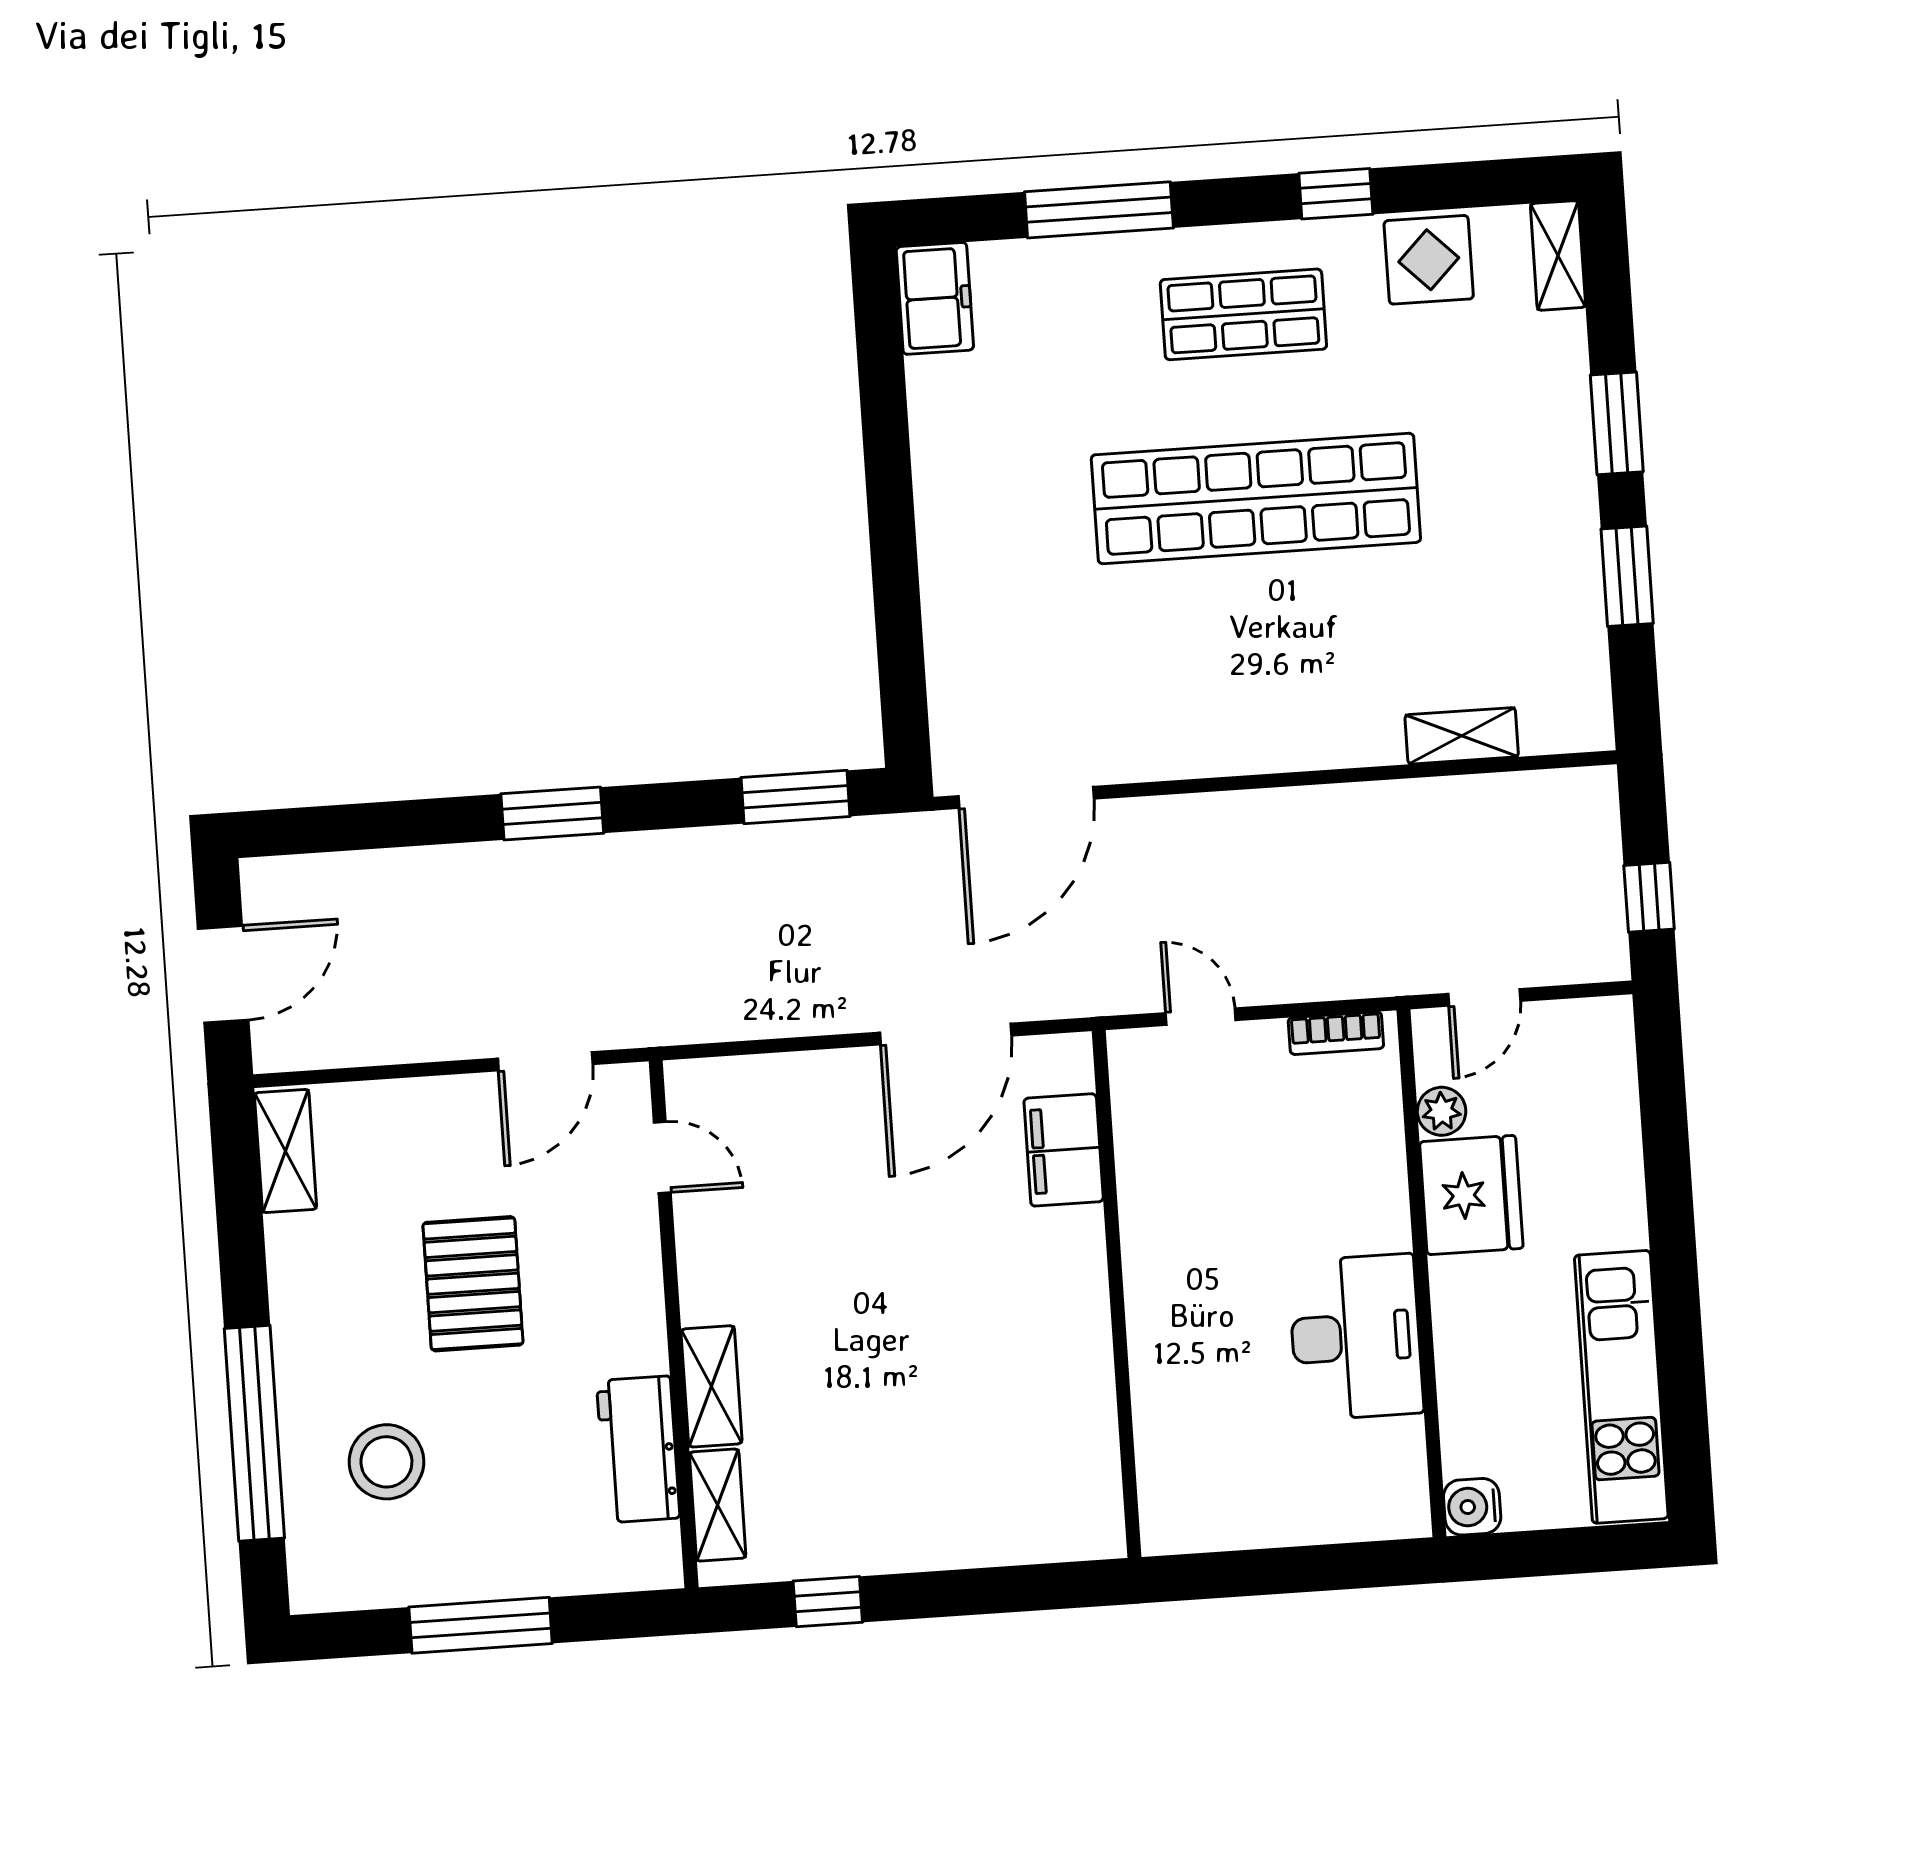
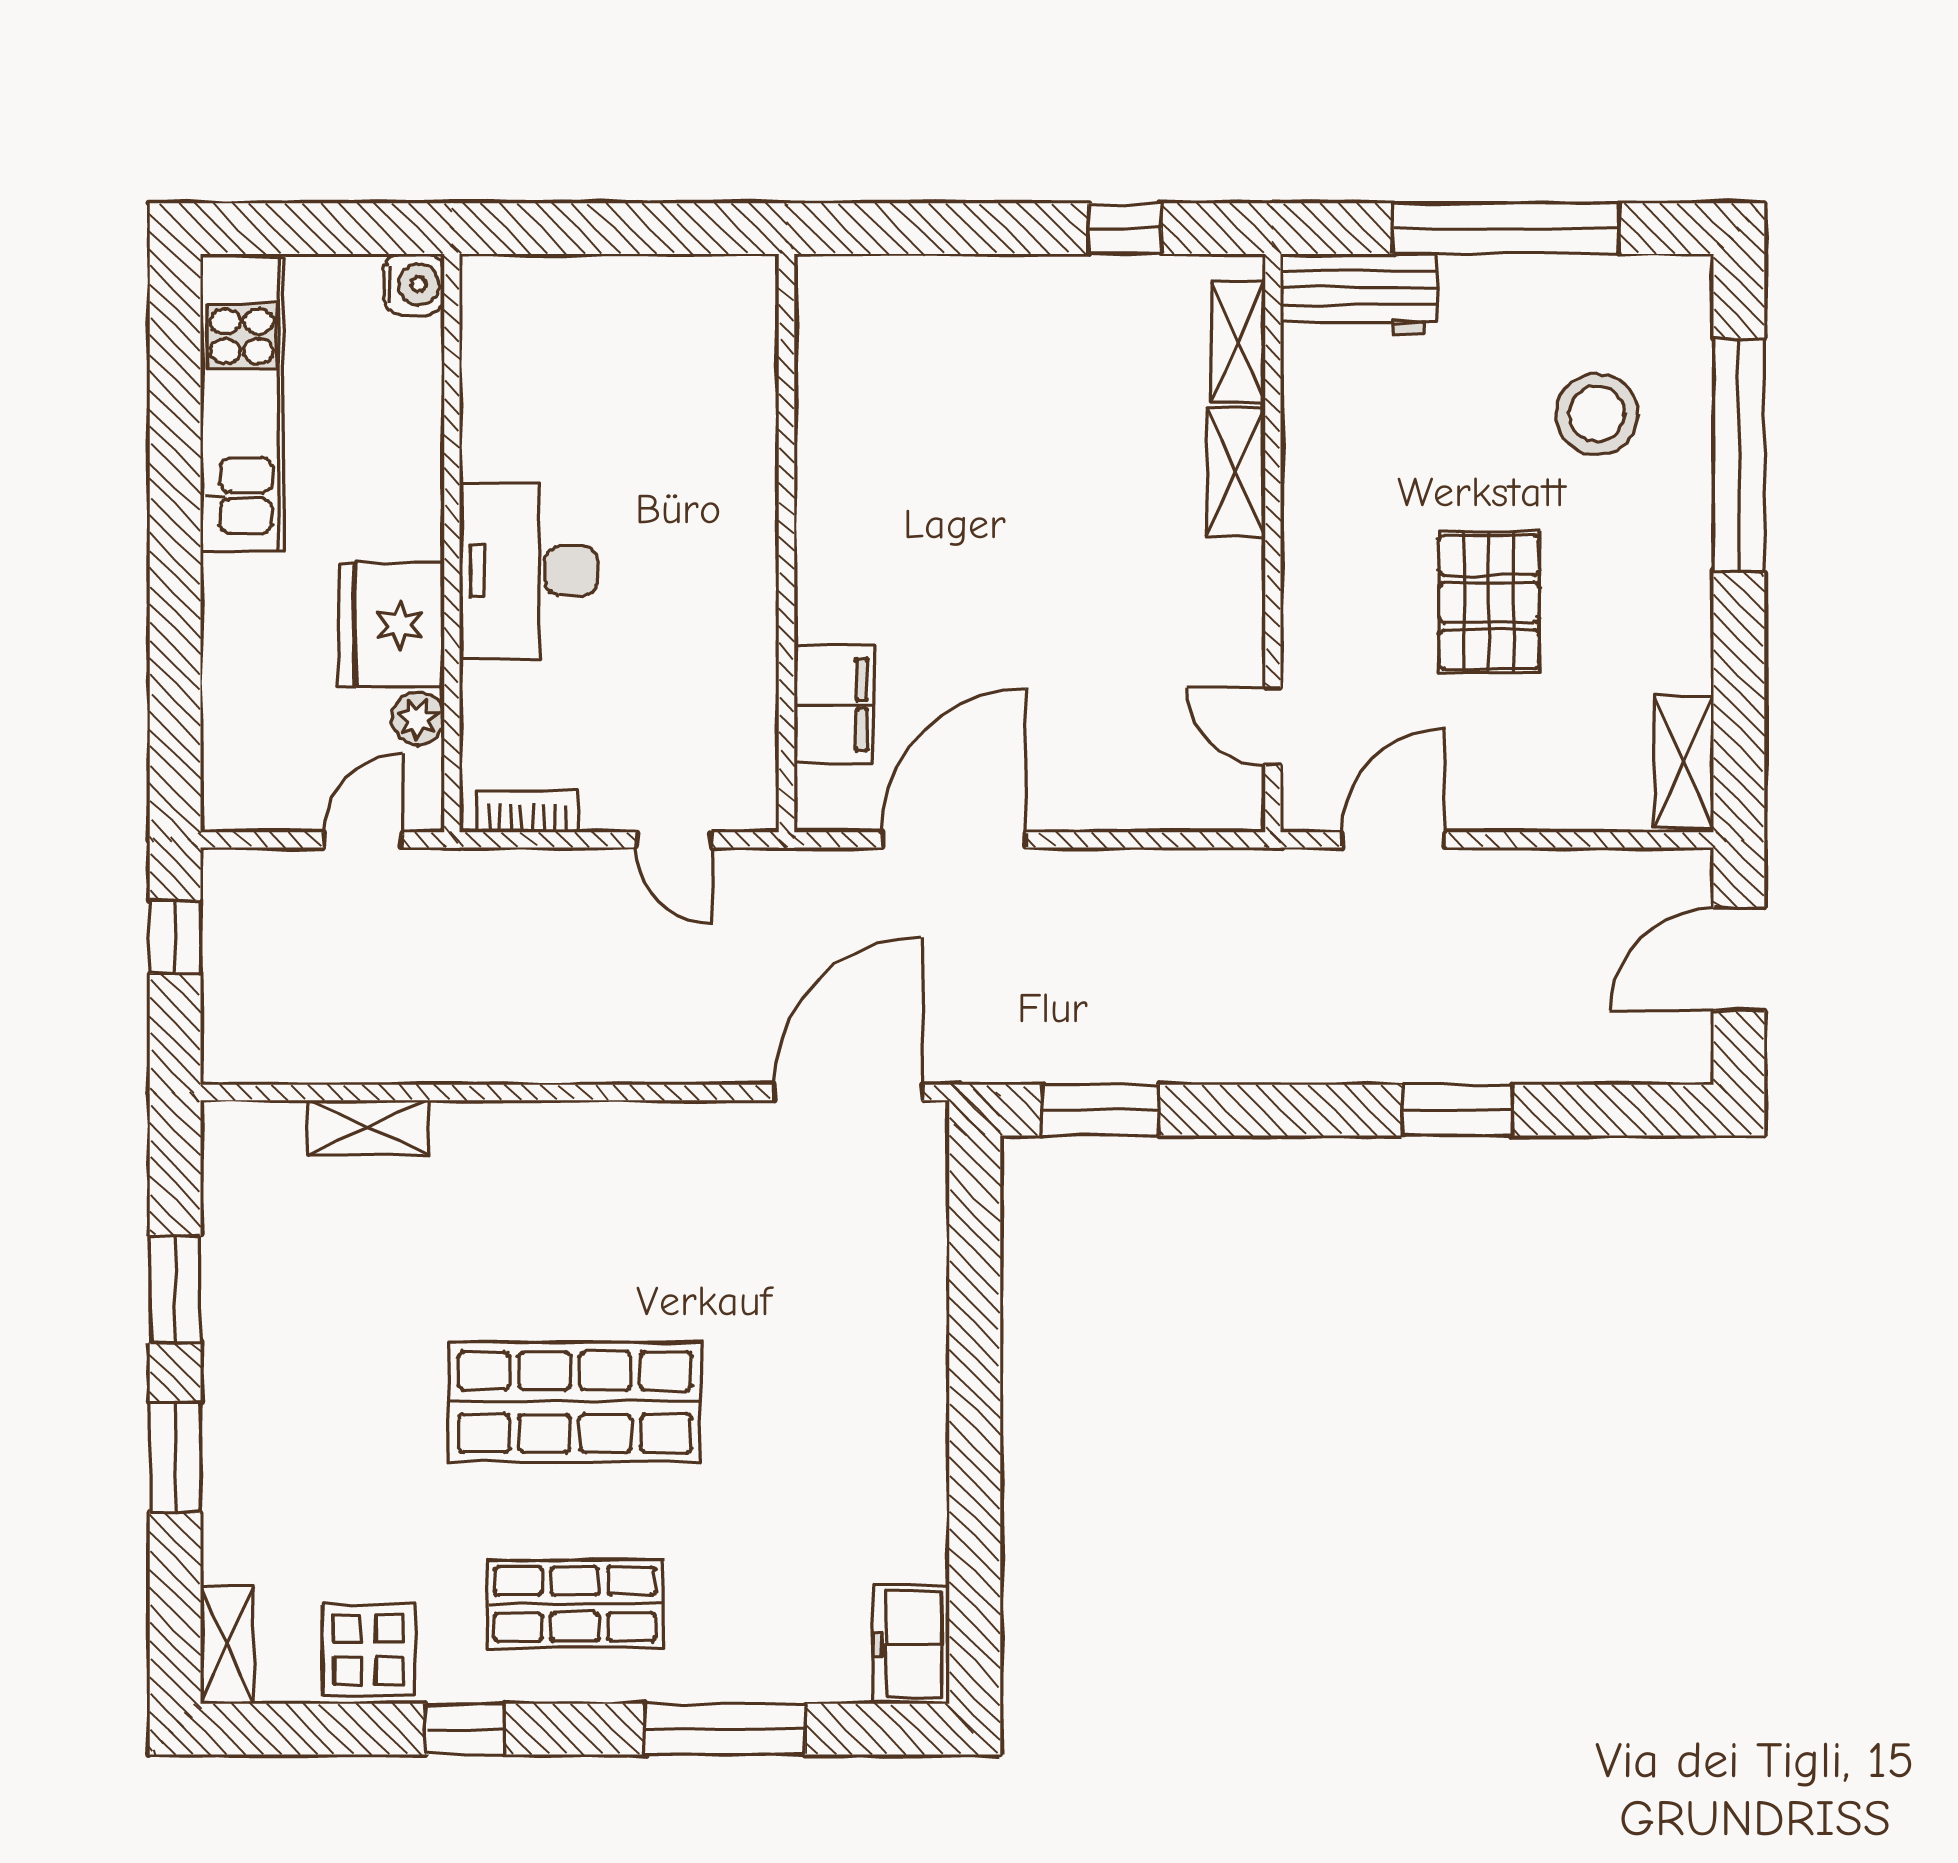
shop shelf: (1256, 499) -> (575, 1402), width x0.71
window: (552, 814) -> (1457, 1110), moved
desk: (1356, 1337) -> (528, 571), moved
workbench: (638, 1449) -> (1359, 294), moved, turned 90
window: (481, 1625) -> (1506, 229), width x1.46

